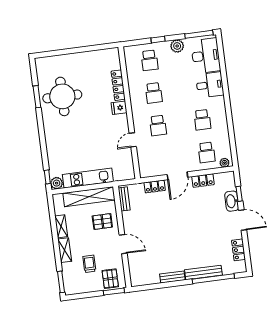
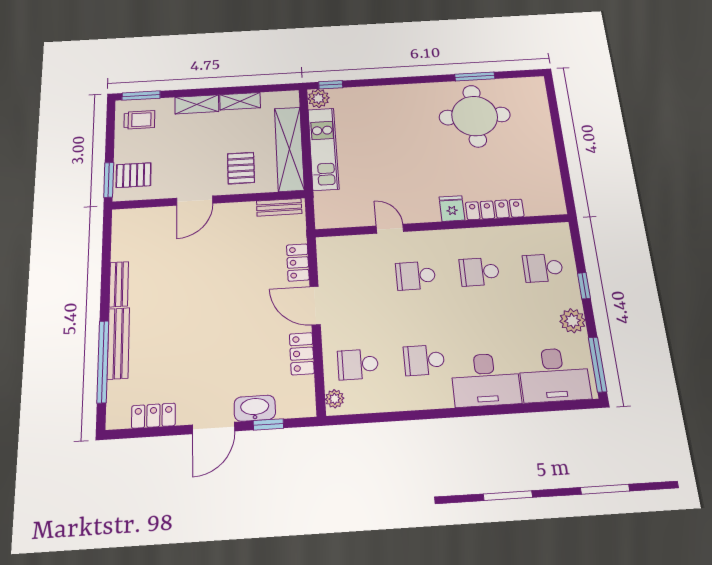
desk: (210, 85) -> (486, 380), width x1.37
trolley: (89, 264) -> (139, 120), moved

